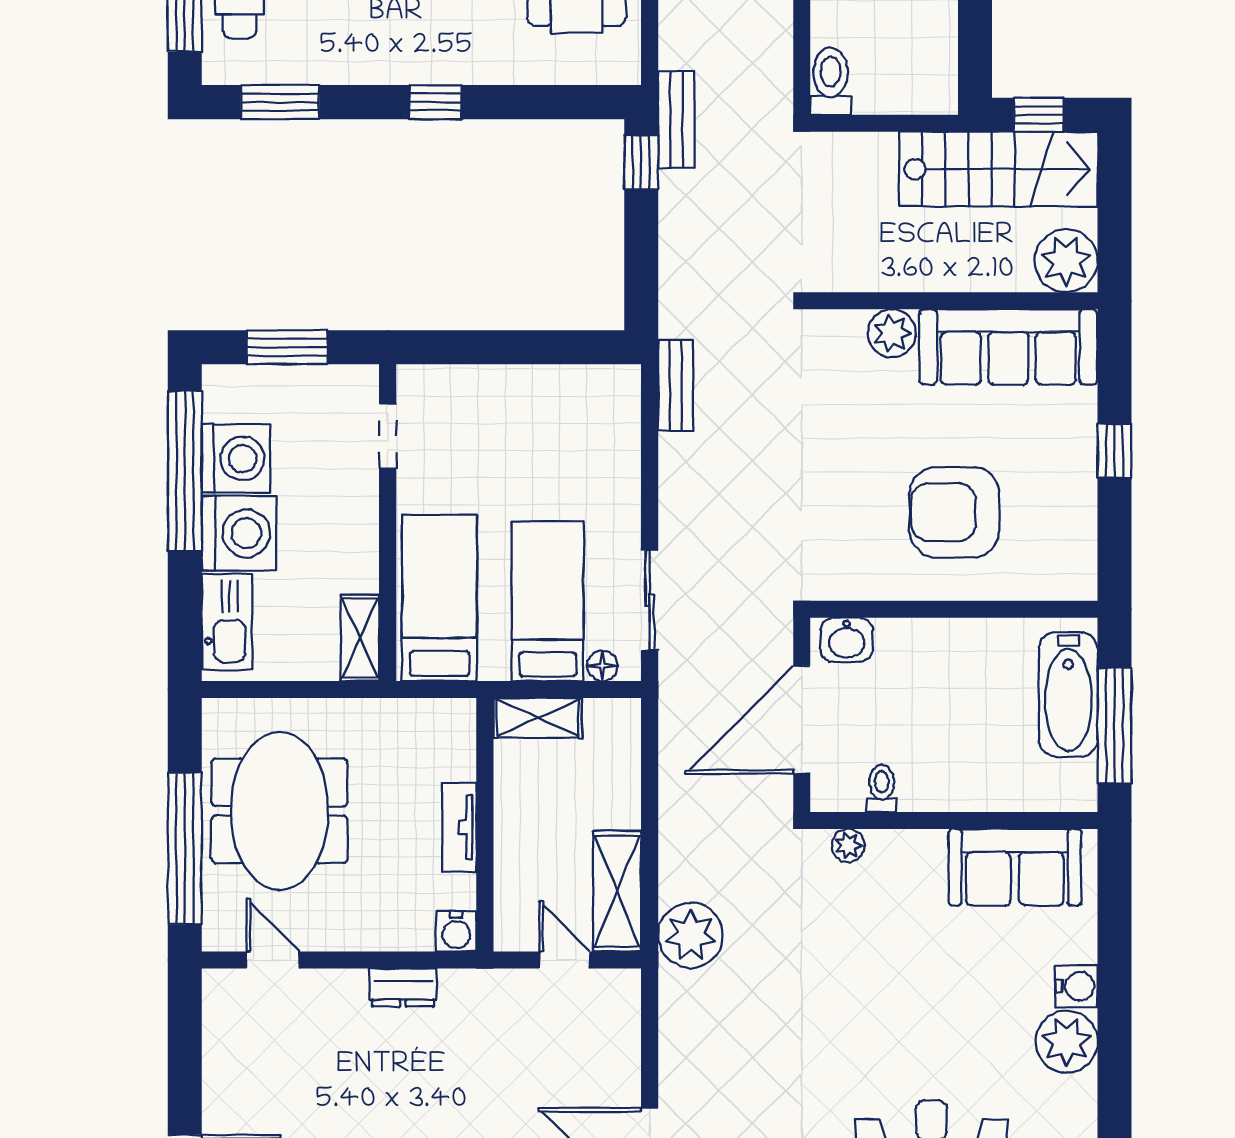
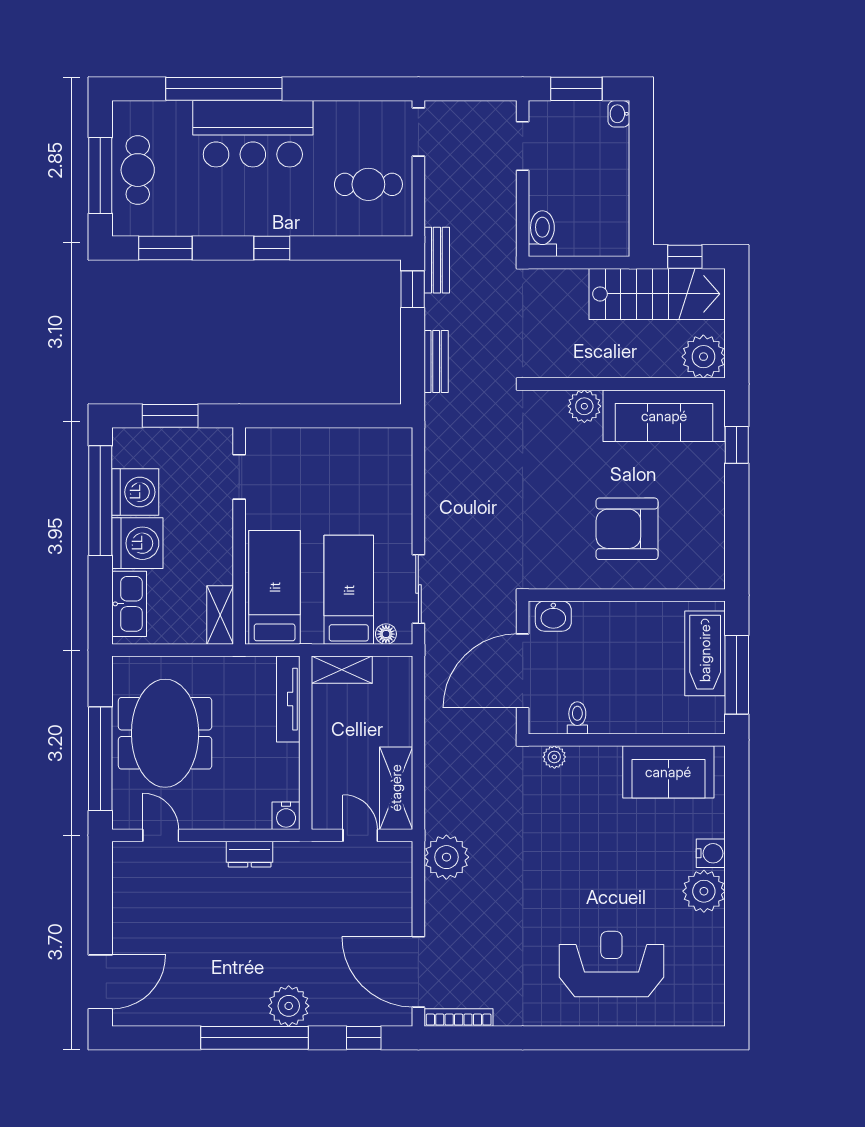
bench: (675, 385) -> (436, 361), moved
window: (1114, 451) -> (737, 445), moved
tv unit: (459, 827) -> (288, 699), moved, width x1.41
plant: (691, 935) -> (446, 857), moved

